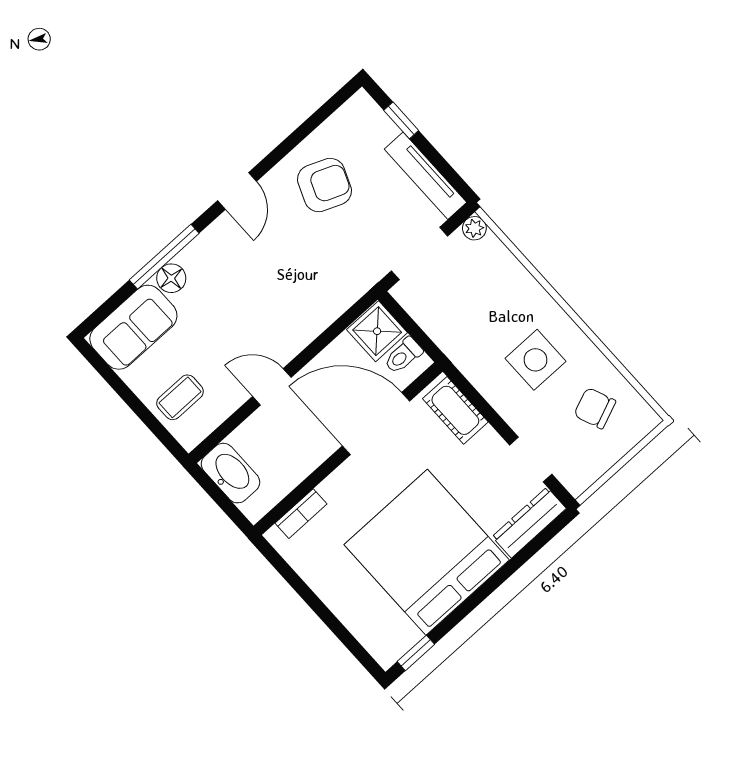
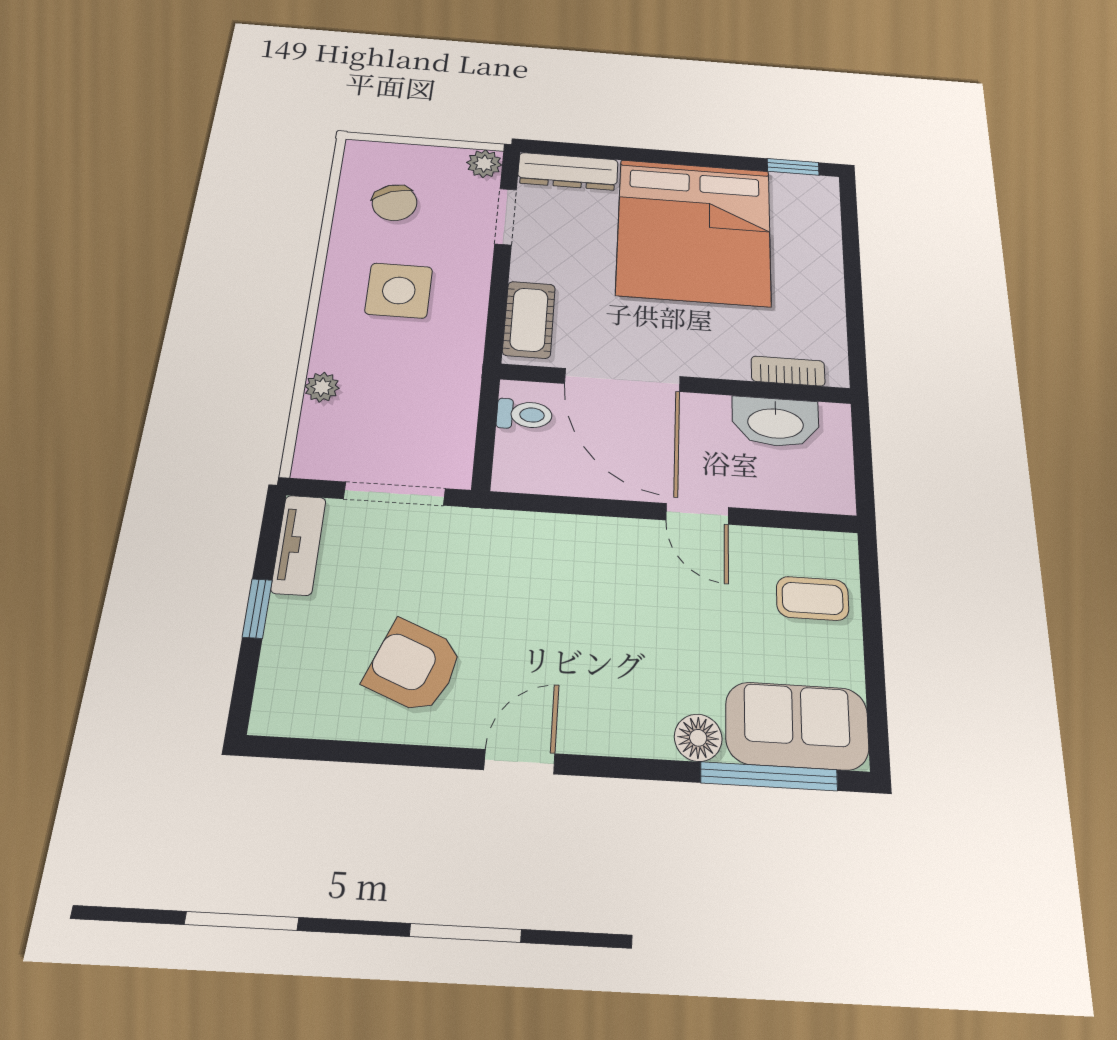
window: (401, 120) -> (257, 608), moved
tv unit: (425, 176) -> (299, 545), width x0.71
plant: (474, 228) -> (322, 387), moved
window: (164, 257) -> (769, 776), moved
shower: (377, 331) -> (525, 462), removed
washbasin: (230, 473) -> (776, 422), moved, turned -90
plant: (577, 481) -> (484, 164), added

